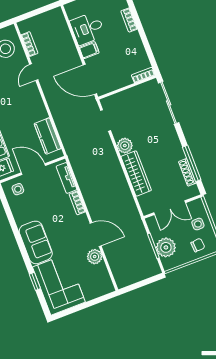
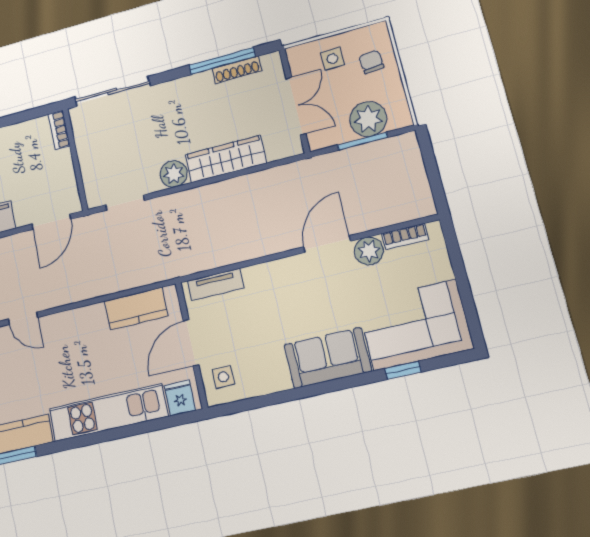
door: (90, 79) -> (51, 222), width x0.73
bookcase: (77, 203) -> (405, 237), moved

